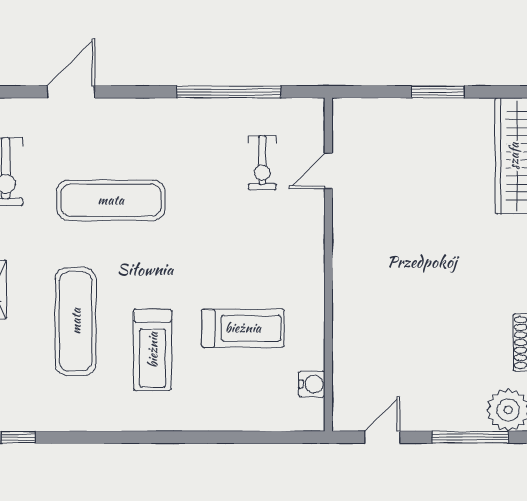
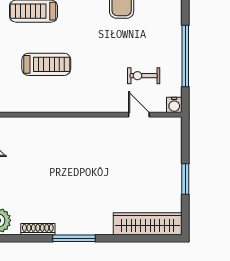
treadmill: (243, 328) -> (46, 64), turned -90
water cooler: (312, 384) -> (174, 105), moved

